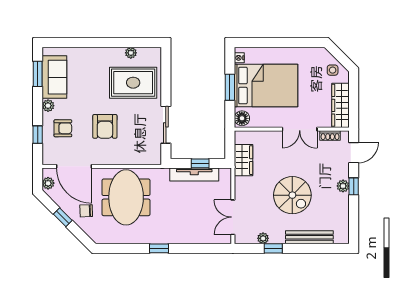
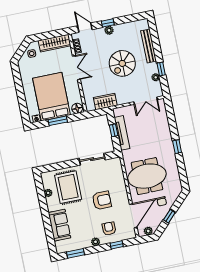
sofa: (54, 77) -> (59, 225), moved, turned 90
spiral stairs: (292, 195) -> (122, 63), turned 180

